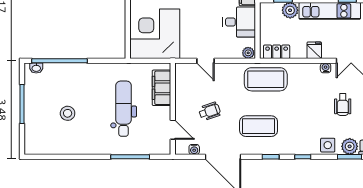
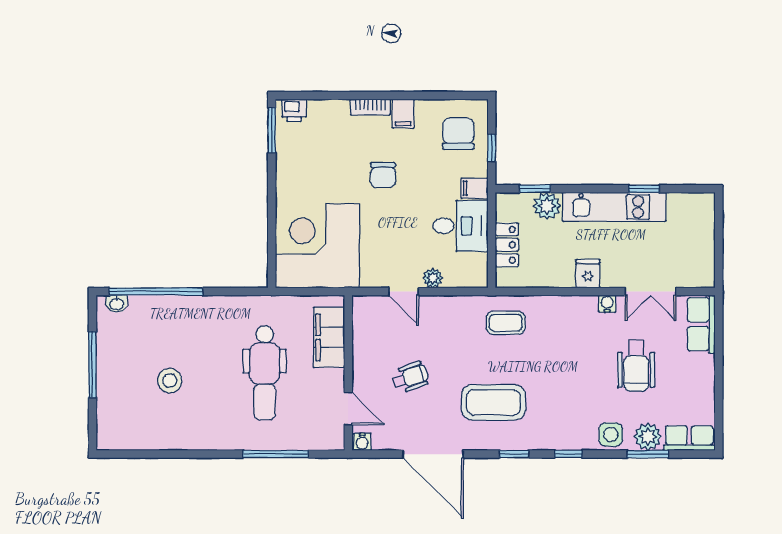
locker: (277, 52) -> (507, 245), moved, turned 90
plant: (248, 53) -> (433, 278), moved
coffee table: (266, 79) -> (506, 323), width x0.54, depth x0.58
wheelchair: (343, 105) -> (636, 366), width x1.36, depth x1.37
dental chair: (124, 109) -> (265, 373), turned 180
water cooler: (194, 149) -> (362, 442), moved

